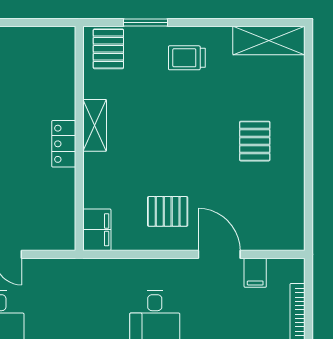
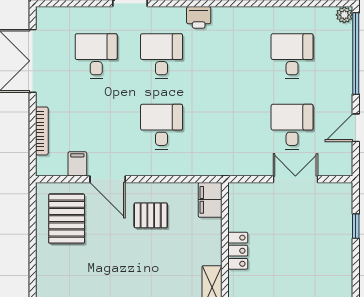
pallet: (255, 141) -> (67, 219), moved, width x1.50, depth x1.42
locker: (64, 144) -> (238, 251), moved

